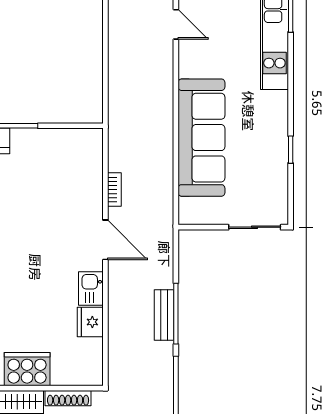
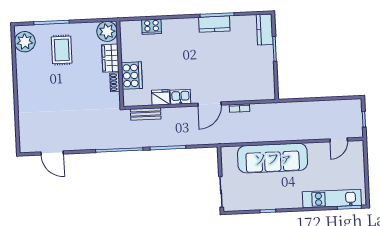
bench: (164, 315) -> (146, 114), moved
cooker: (27, 369) -> (132, 76), moved
shoe rack: (68, 398) -> (115, 82), width x0.70

